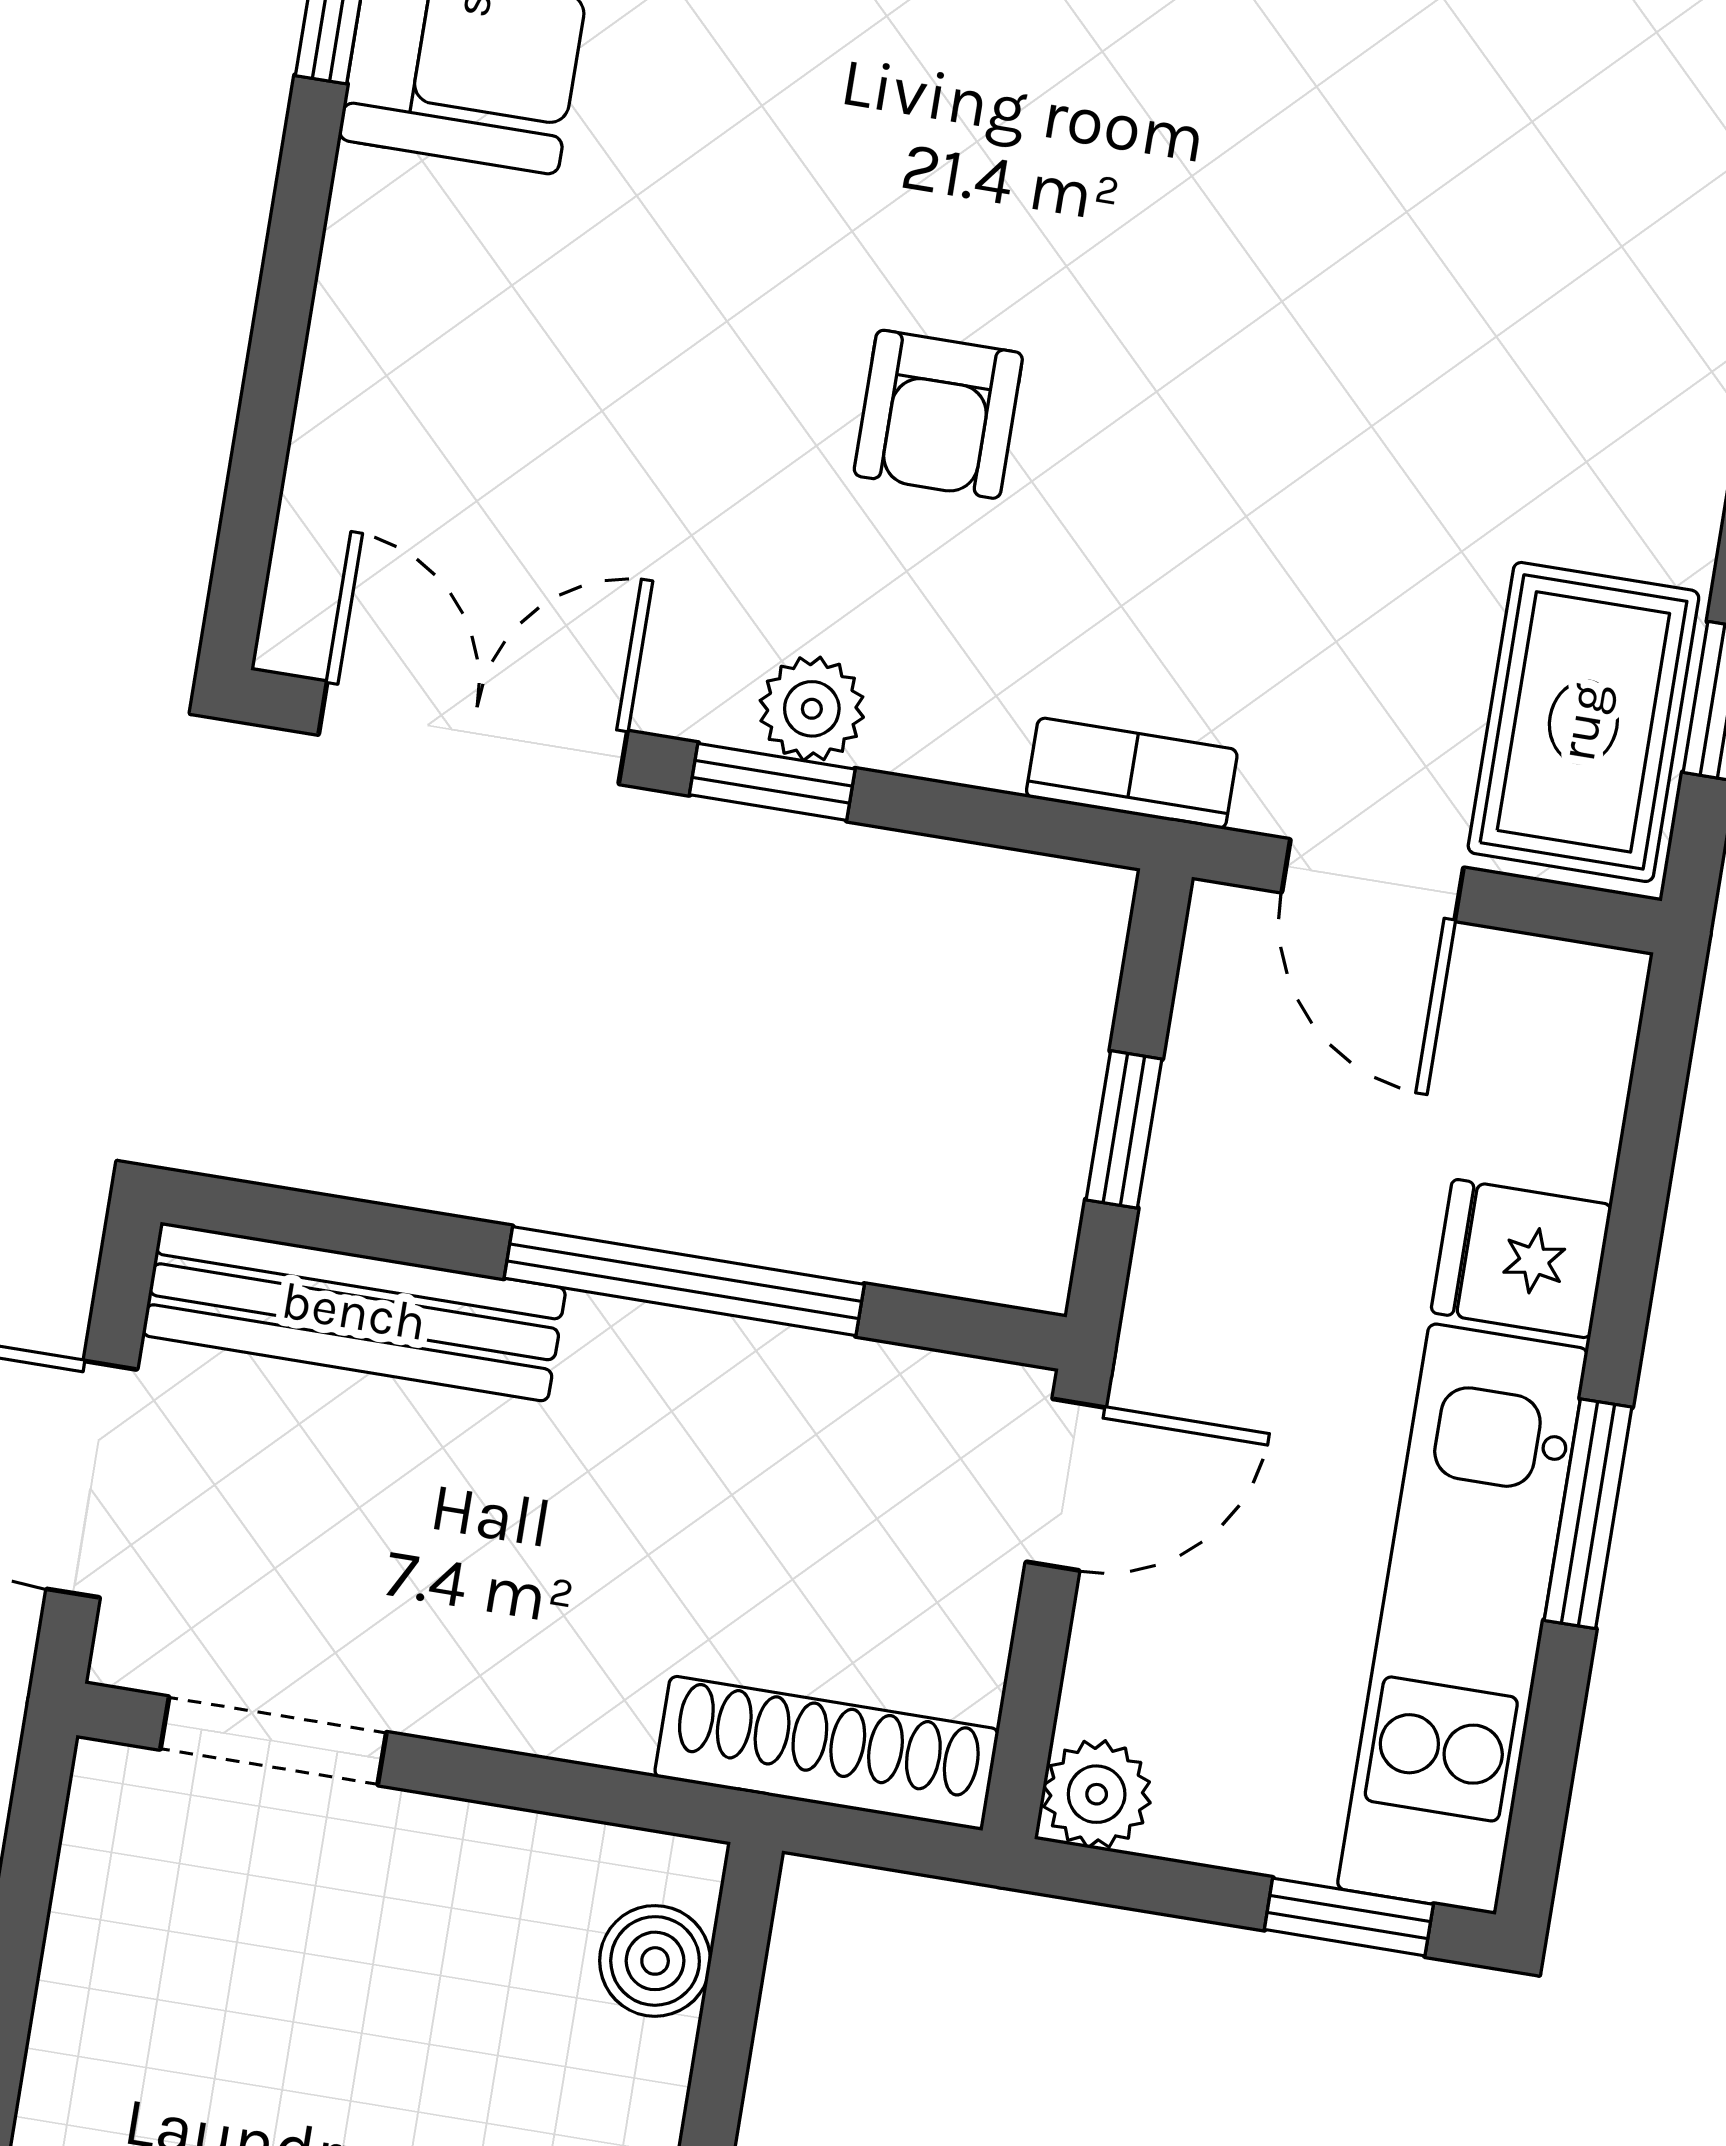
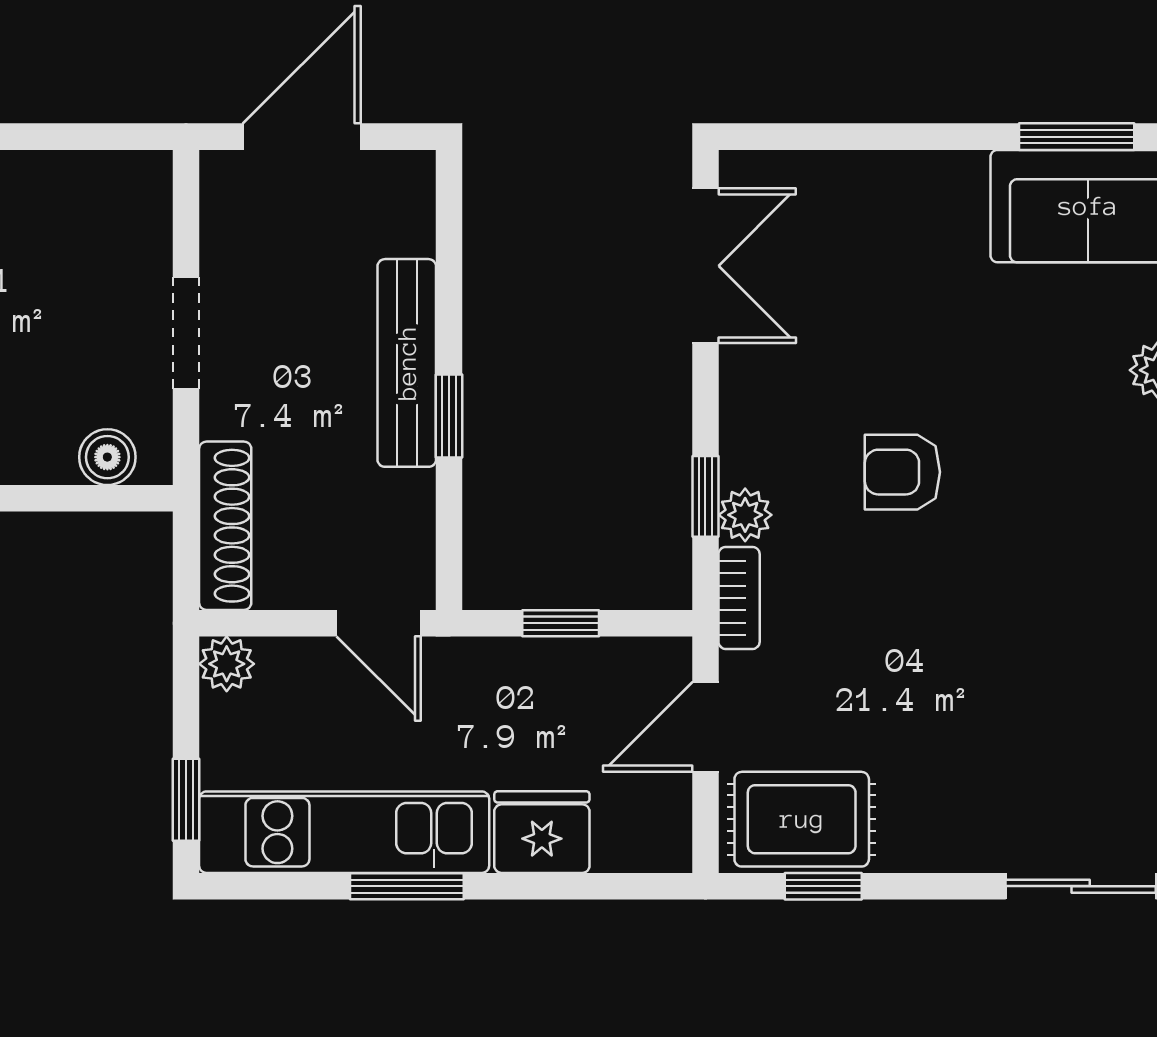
plant: (812, 709) -> (745, 515), moved
window: (772, 782) -> (705, 496), moved
fridge: (1521, 1259) -> (542, 832), width x1.38
window: (684, 1281) -> (449, 416), width x0.46
bench: (354, 1312) -> (407, 363), moved
doorway: (273, 1741) -> (186, 333), moved

